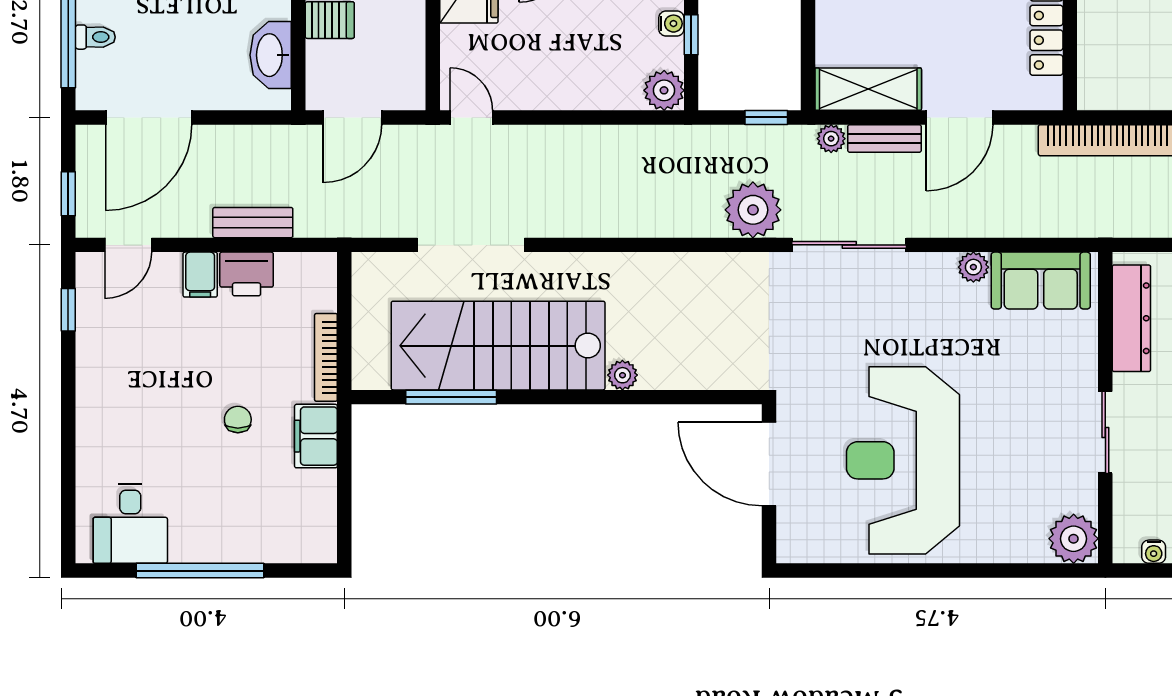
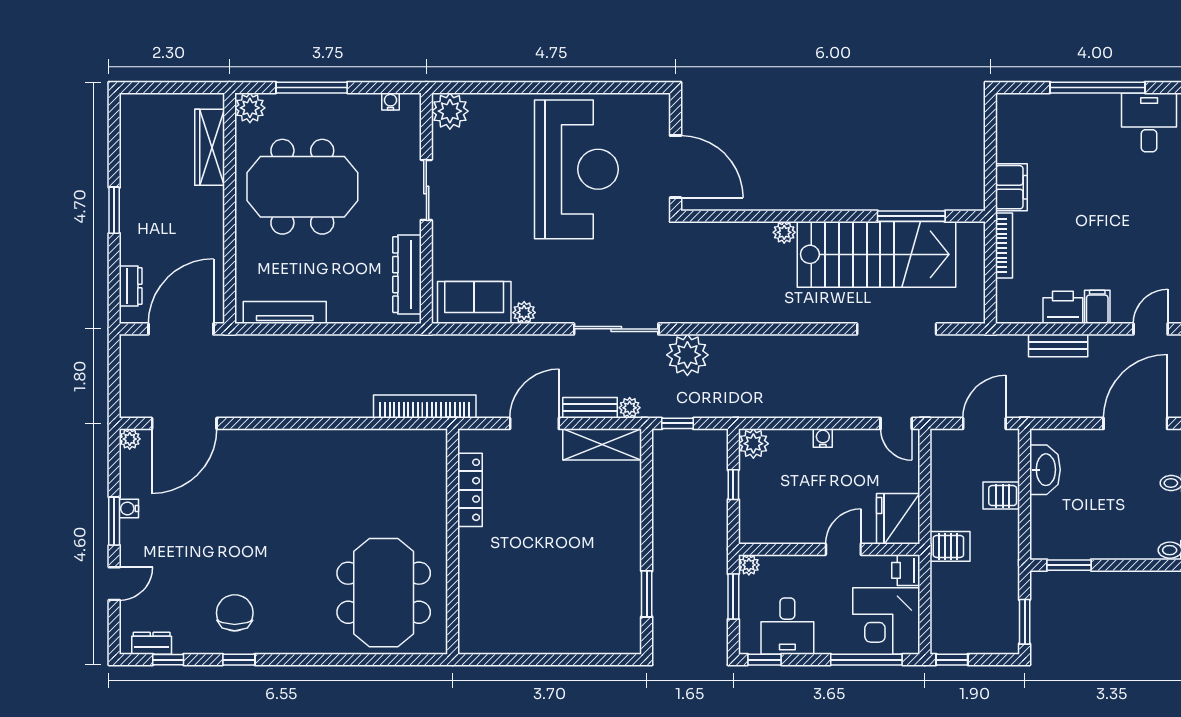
water cooler: (671, 24) -> (823, 438), moved, turned 90
chair: (238, 420) -> (1069, 200), removed

